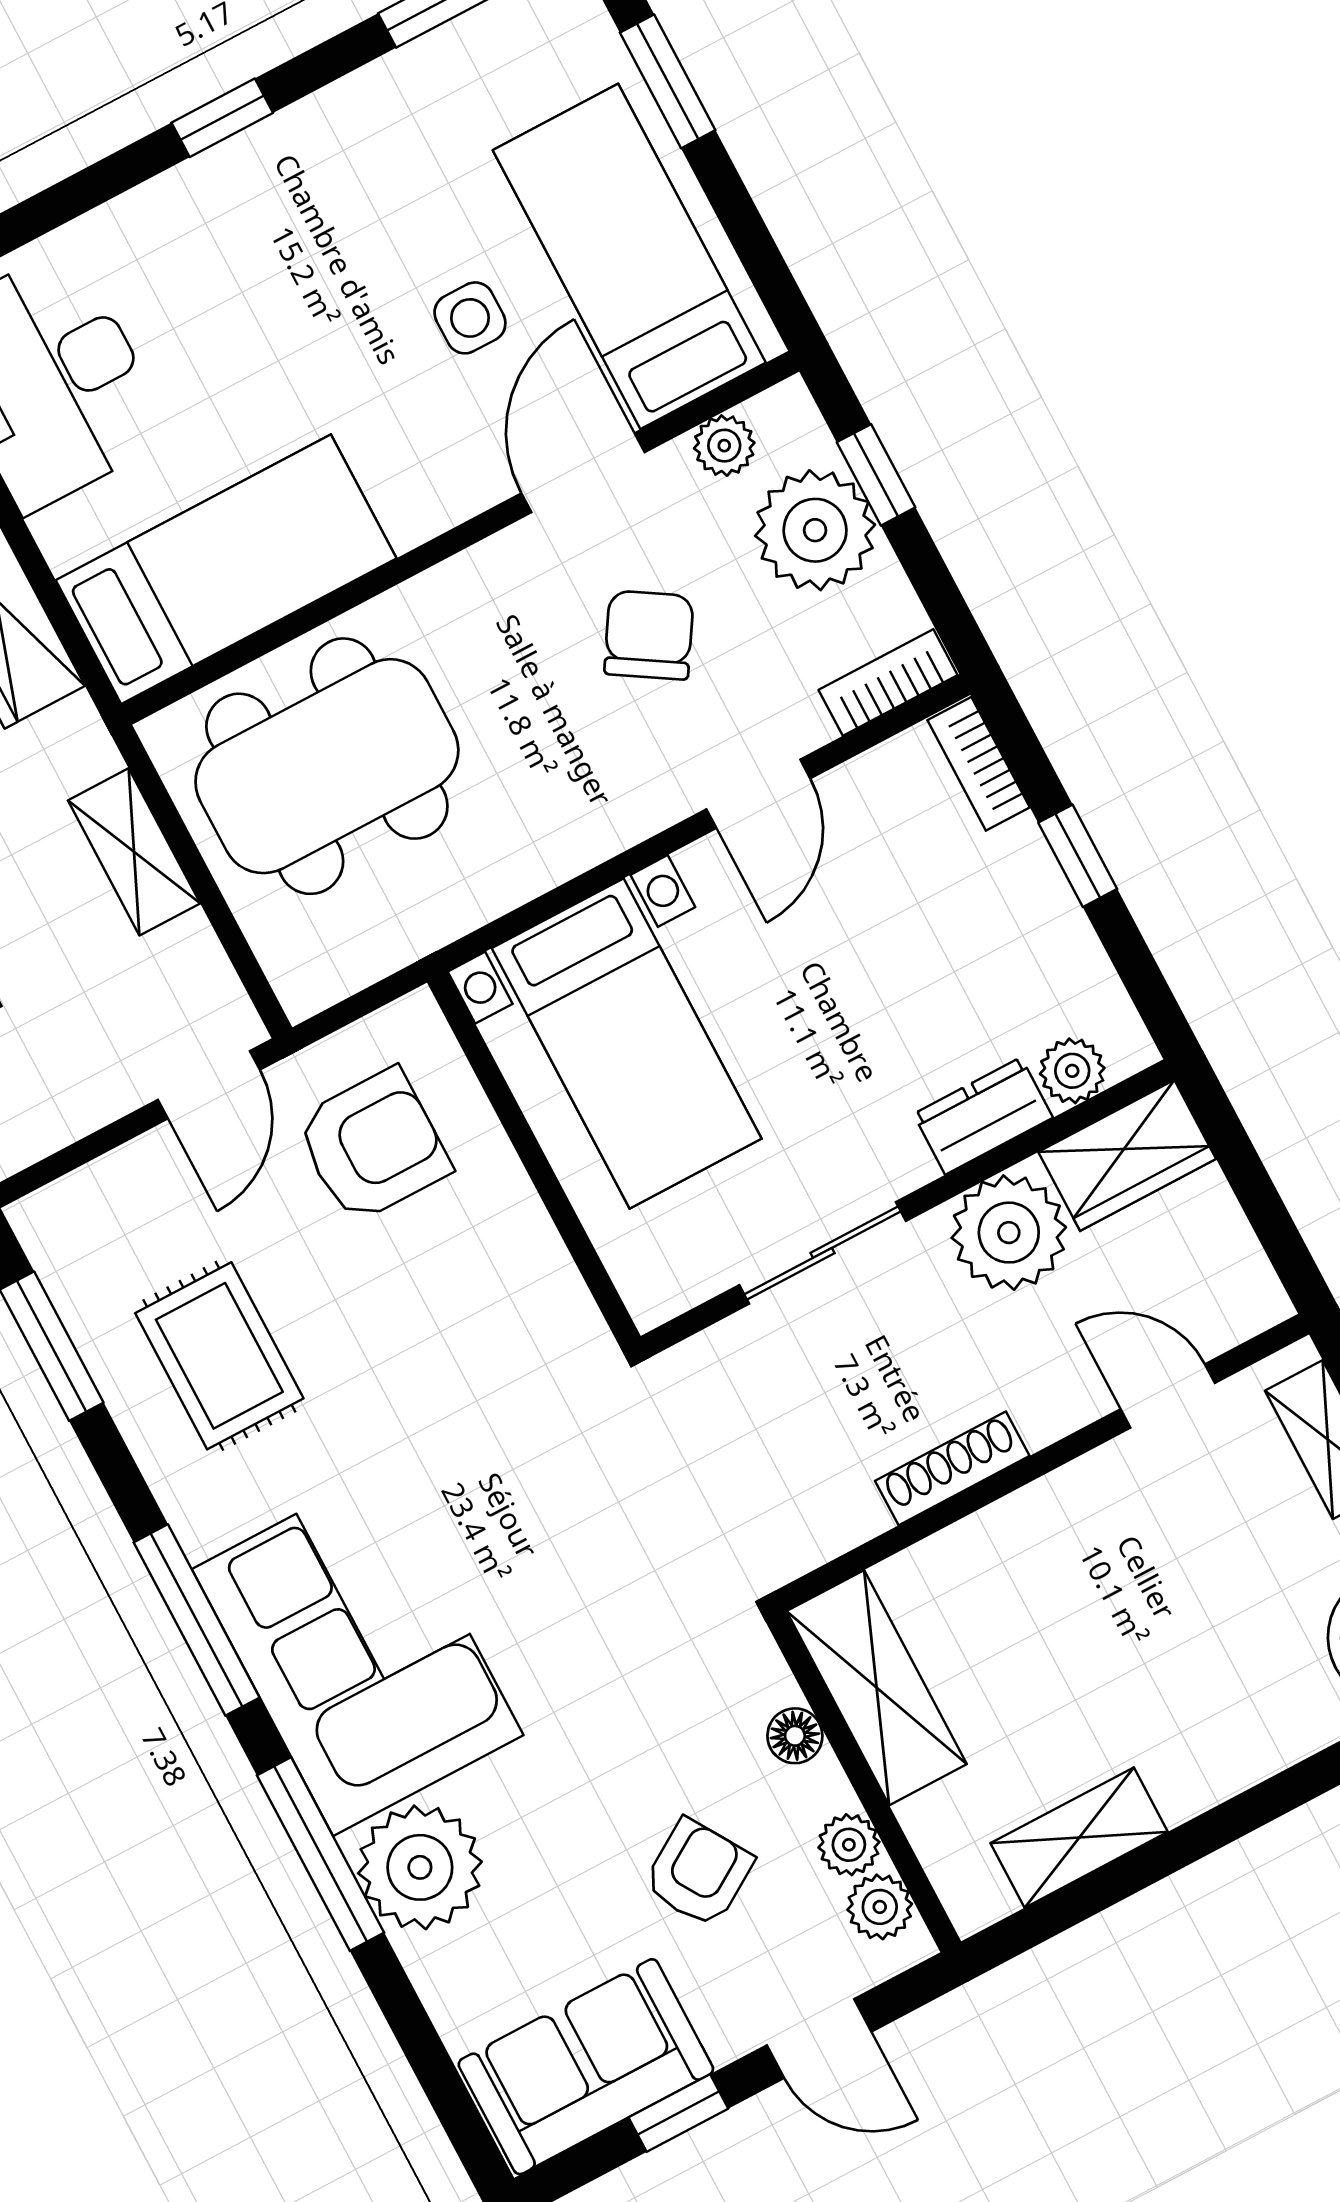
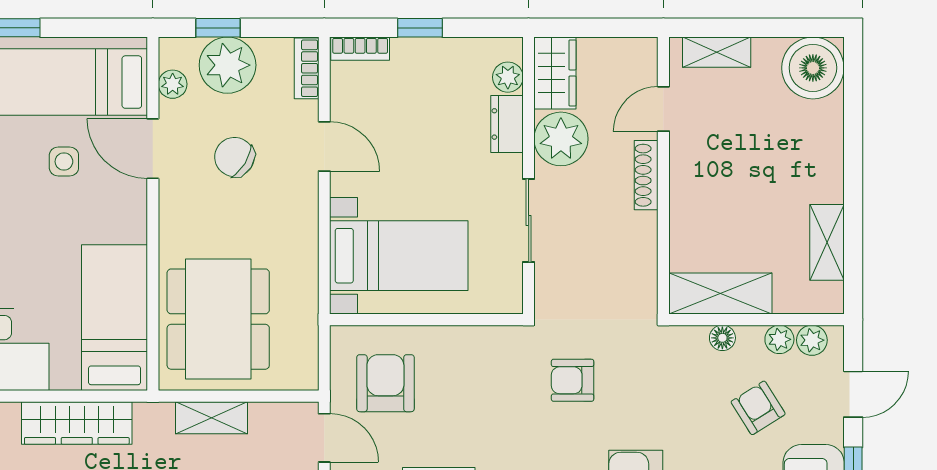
shoe rack: (952, 1468) -> (646, 175), moved
armchair: (565, 1496) -> (573, 380), added

